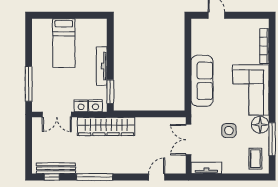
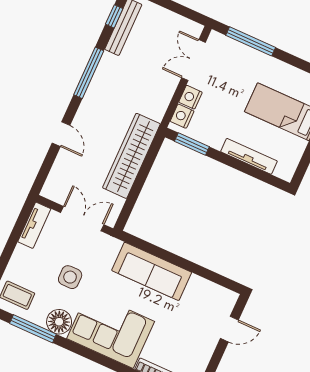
tv unit: (102, 66) -> (249, 156), moved
wardrobe: (106, 126) -> (131, 156), moved
door: (157, 177) -> (61, 134), moved

